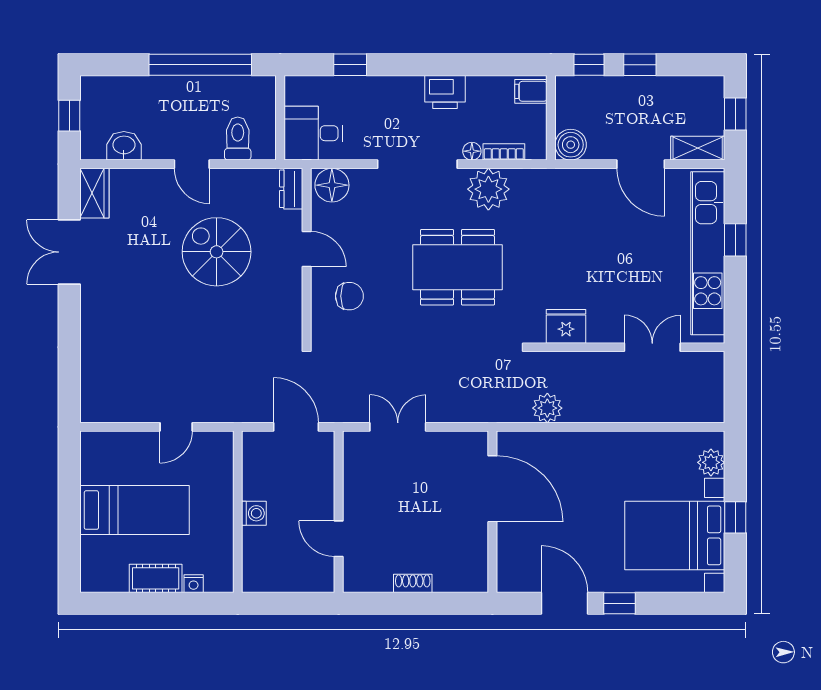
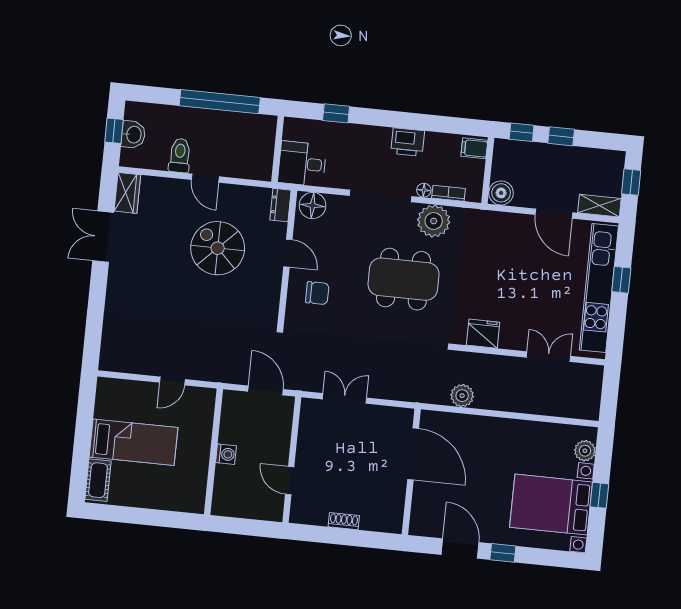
toilet: (238, 139) -> (180, 155), moved
washbasin: (124, 146) -> (133, 135), moved, turned 90
cot: (156, 578) -> (98, 480), moved, turned 90
nightstand: (194, 584) -> (174, 504), removed

